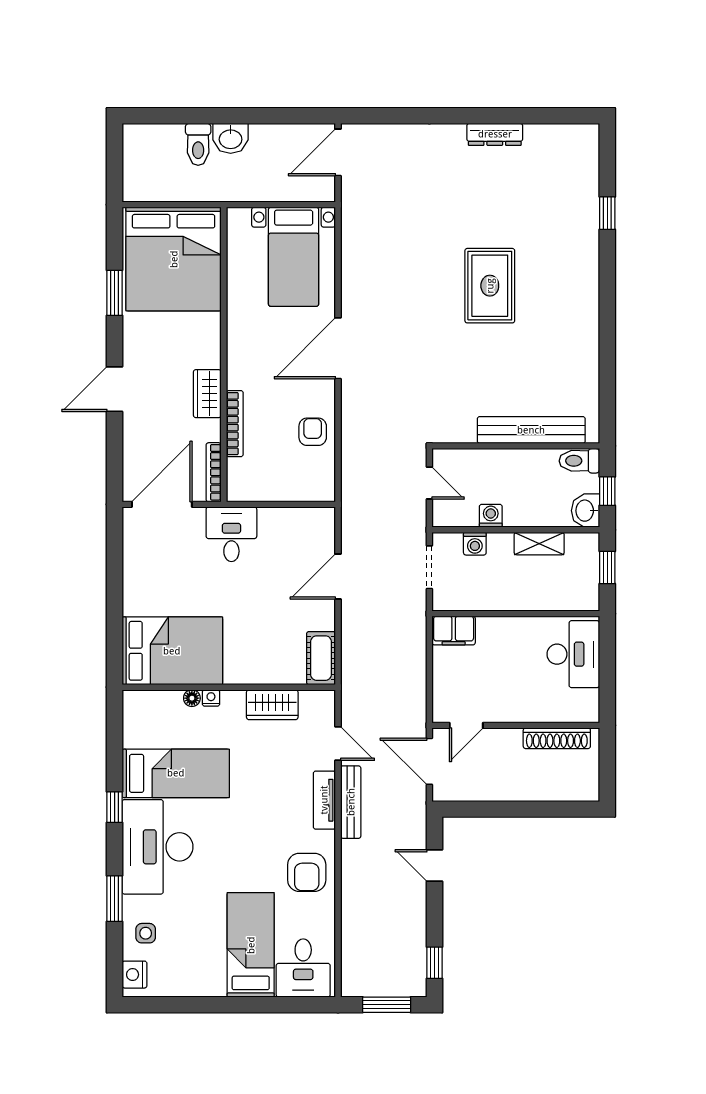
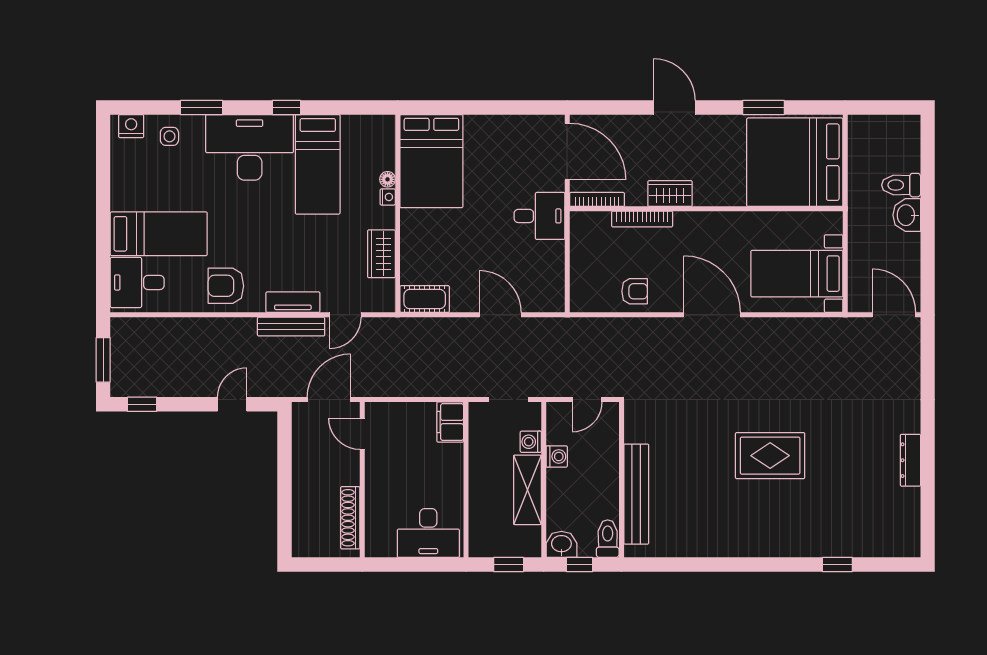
shelving: (539, 544) -> (527, 490), width x1.50, depth x1.33

